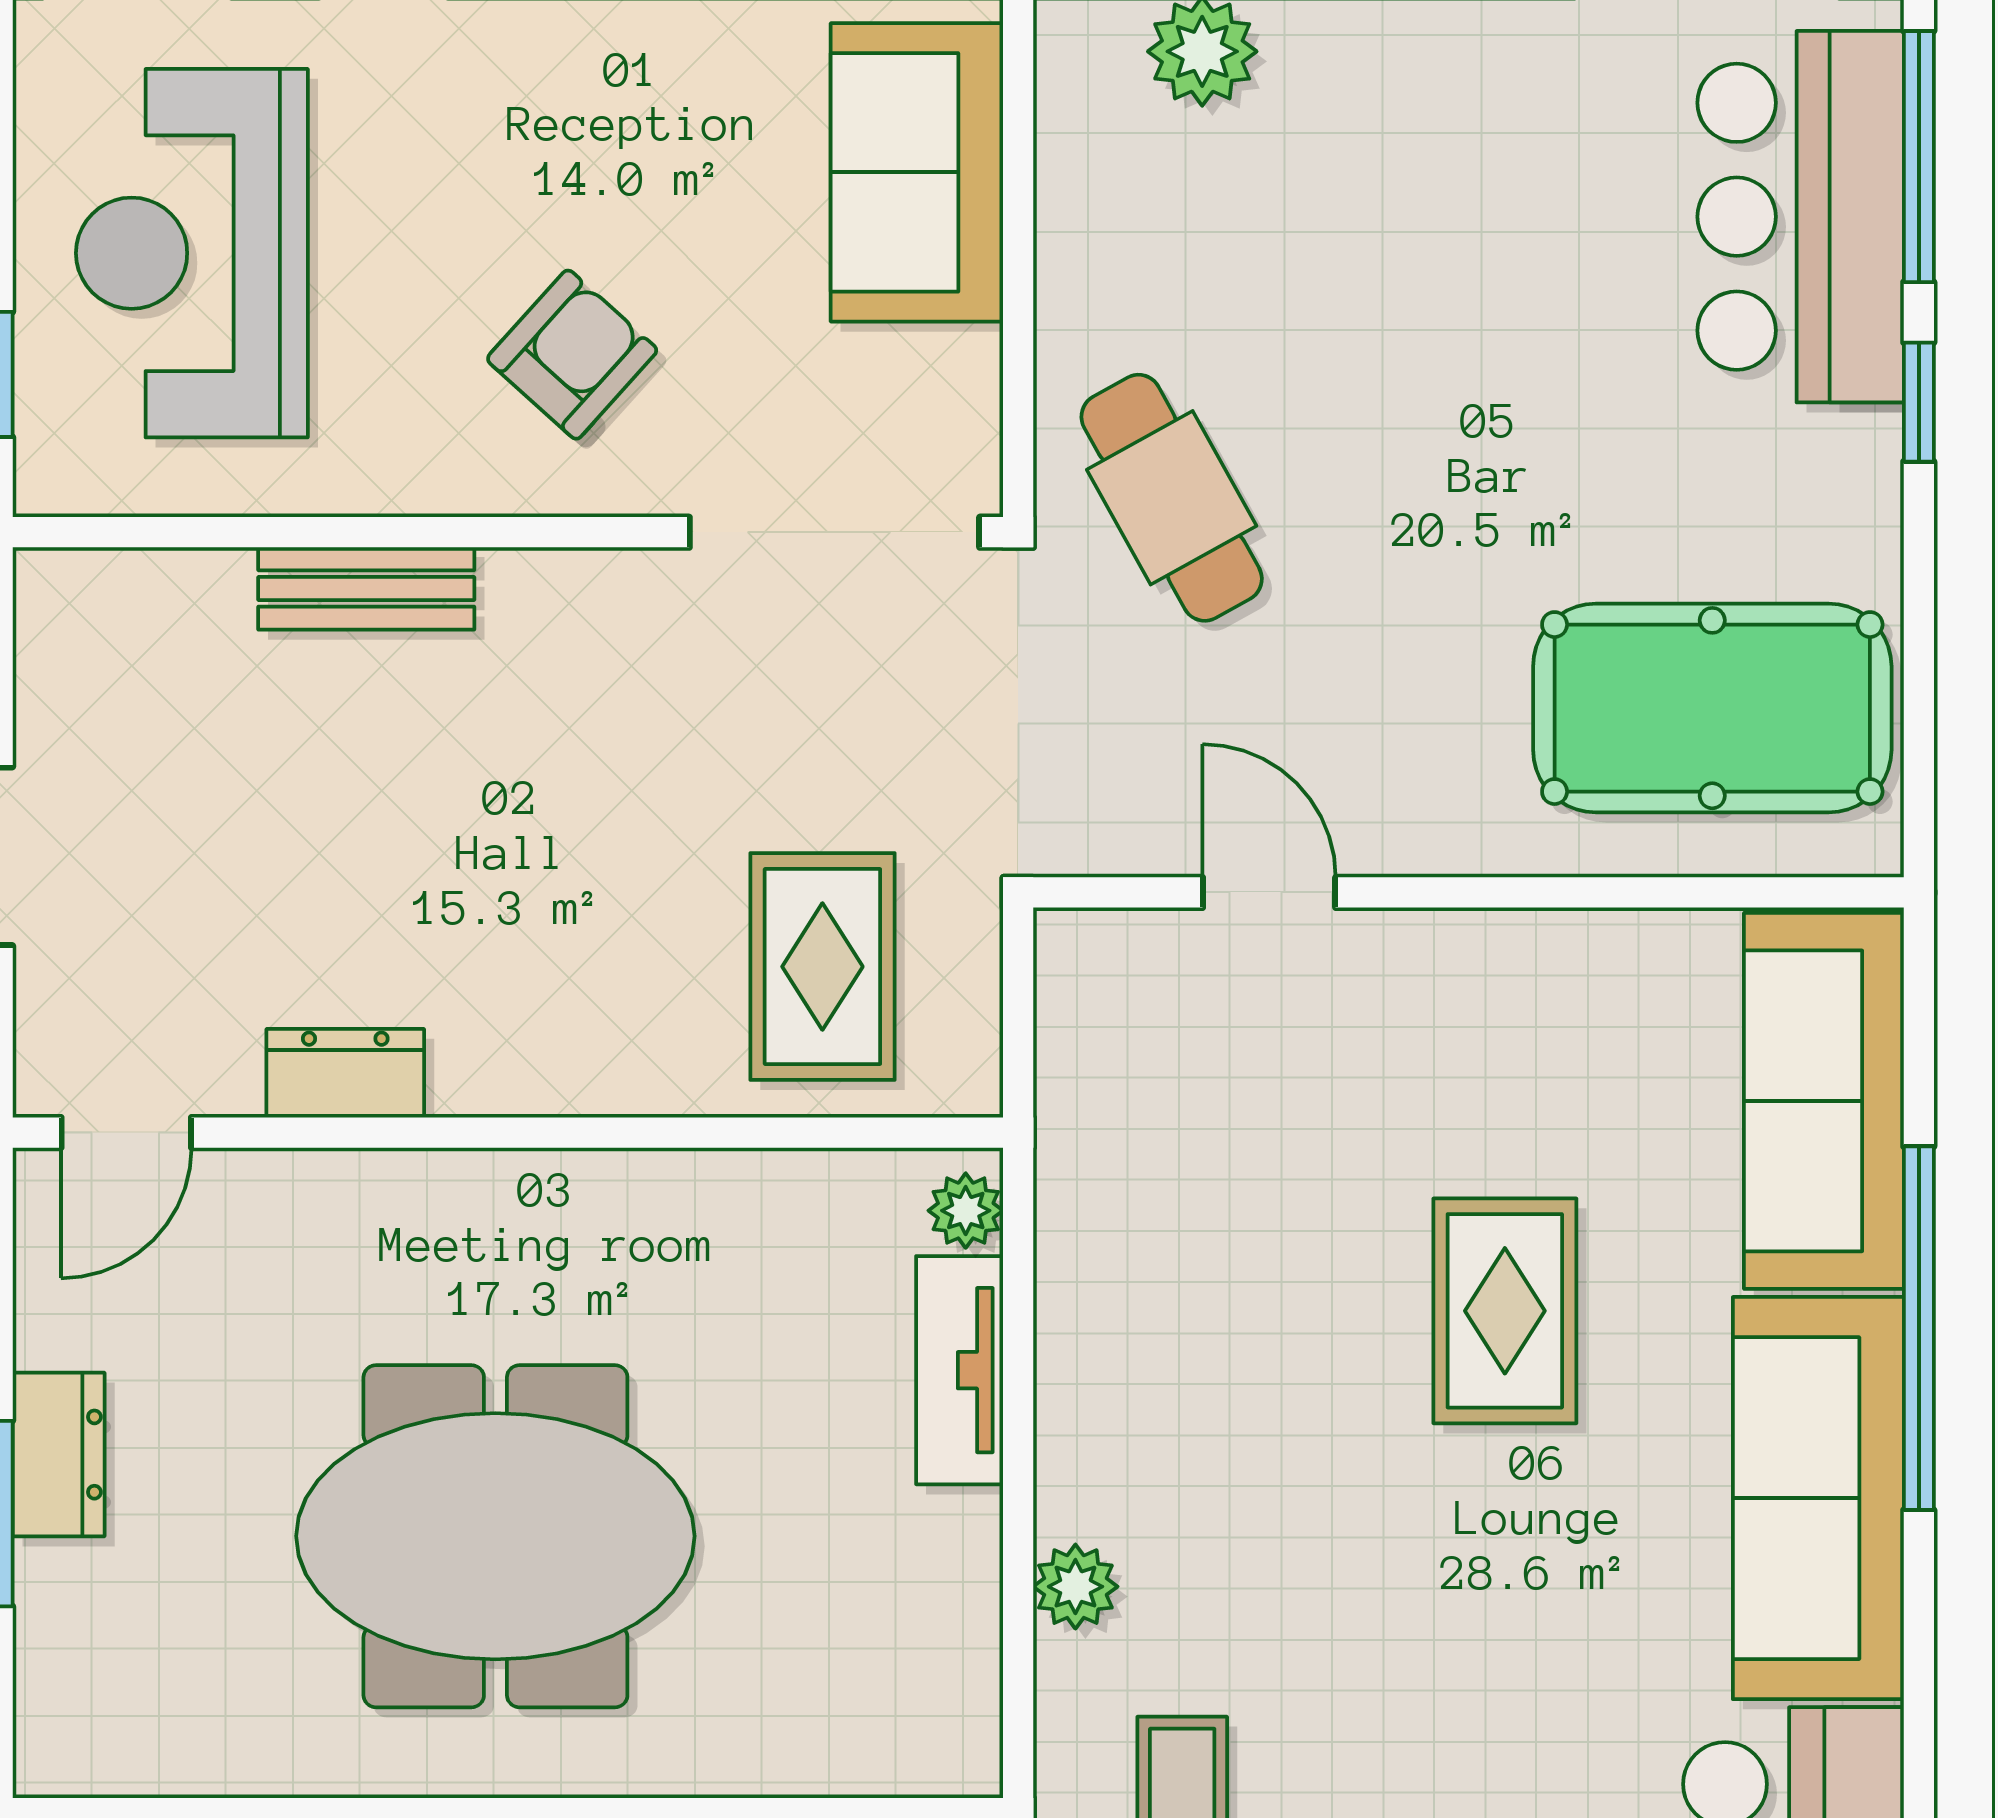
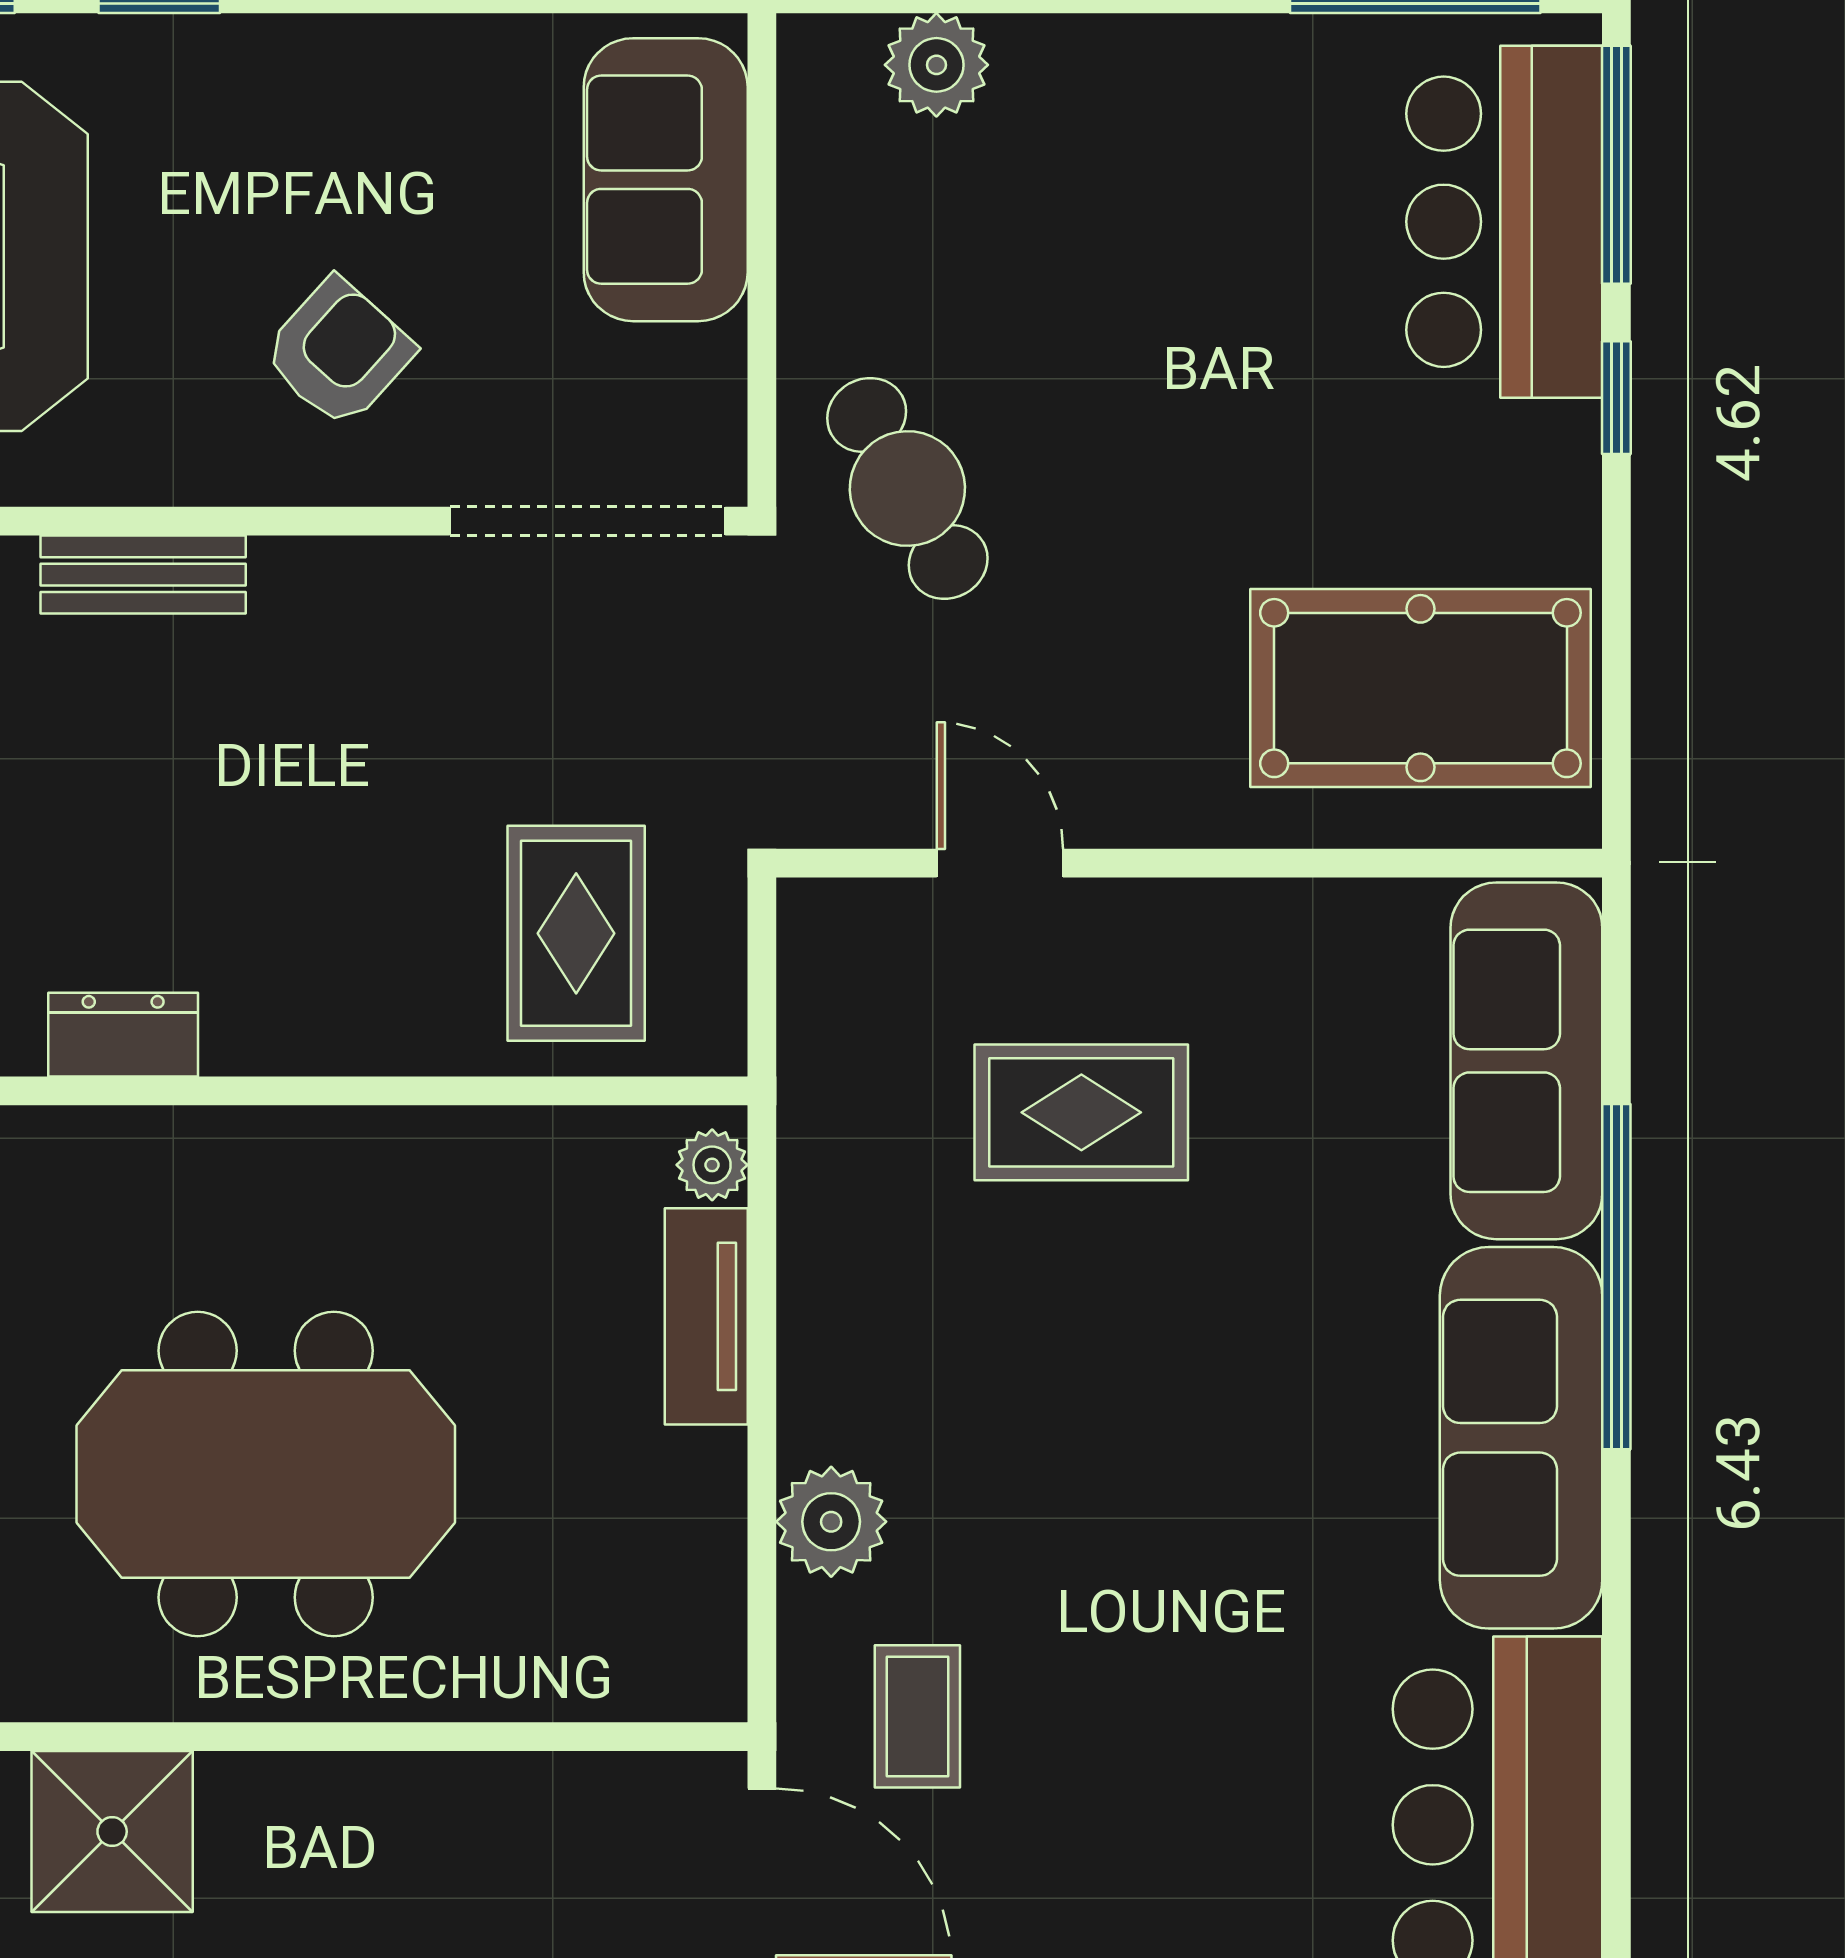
rug: (1505, 1311) -> (1081, 1112), moved, turned 90
plant: (1075, 1587) -> (831, 1522), width x1.38, depth x1.38

